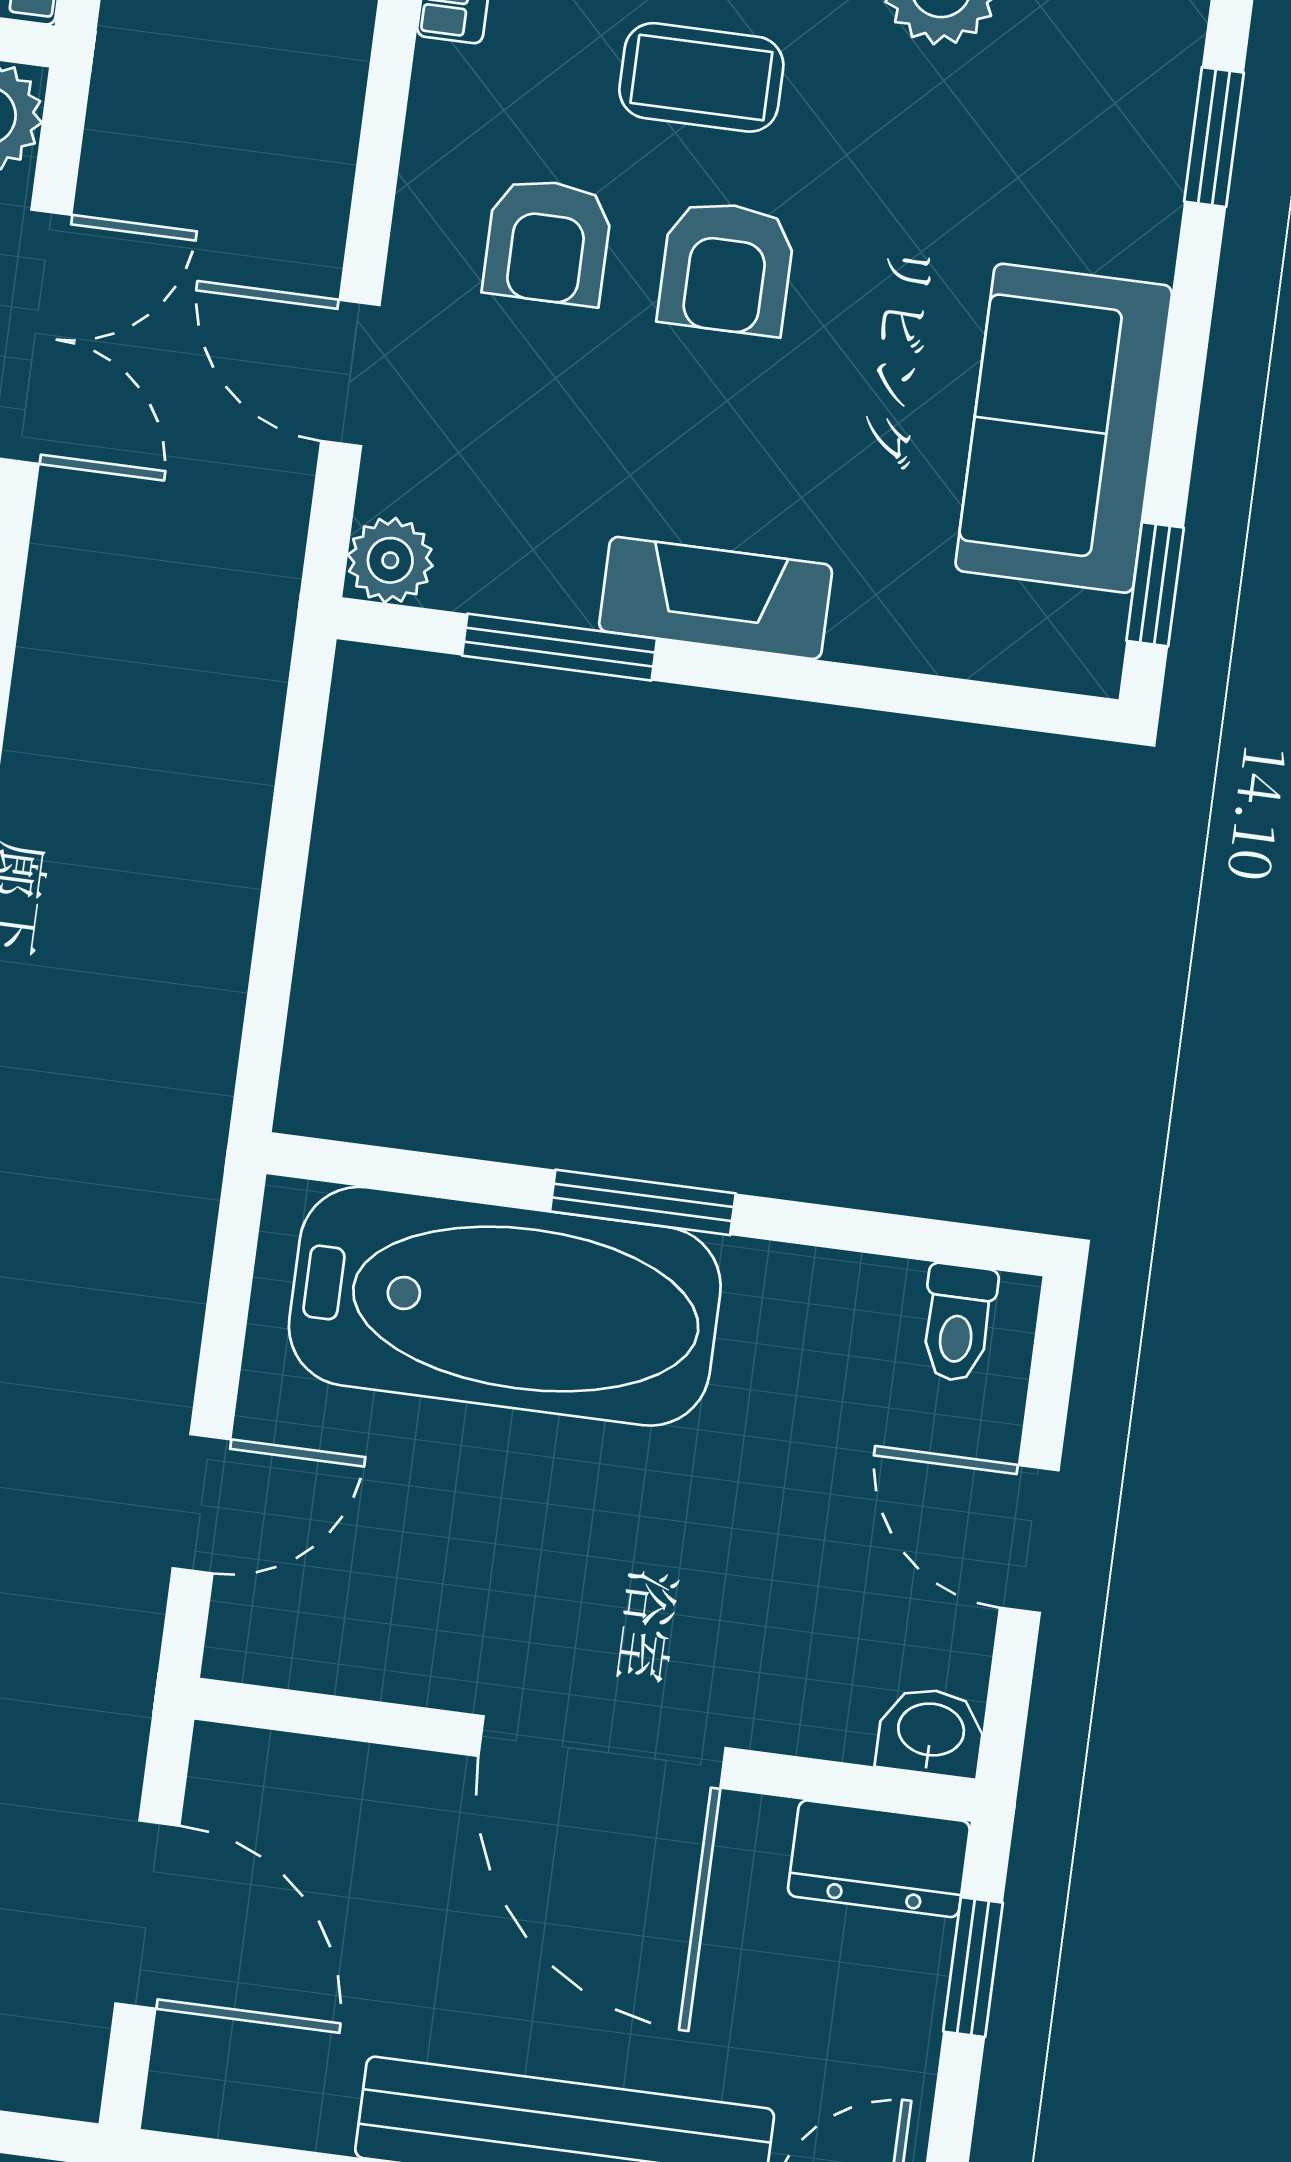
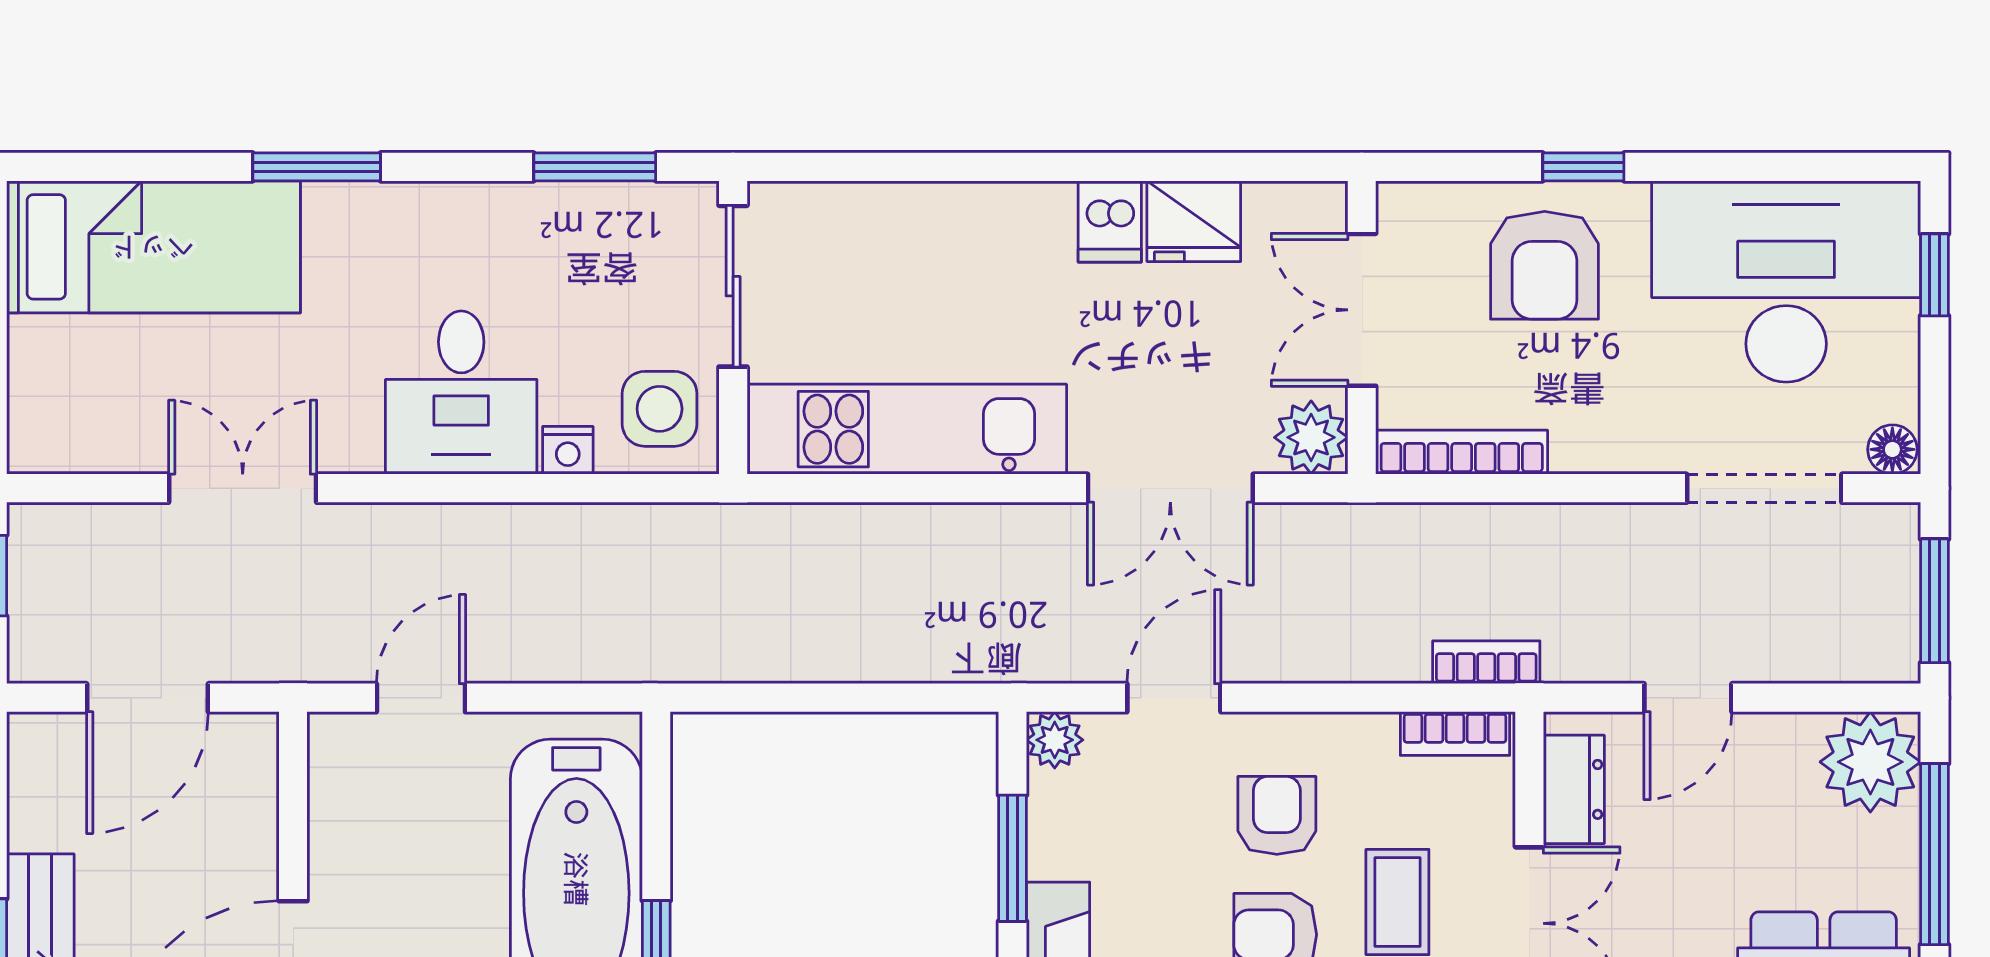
armchair: (548, 242) -> (1277, 815), turned 90
door: (201, 1504) -> (421, 698), swing flipped

